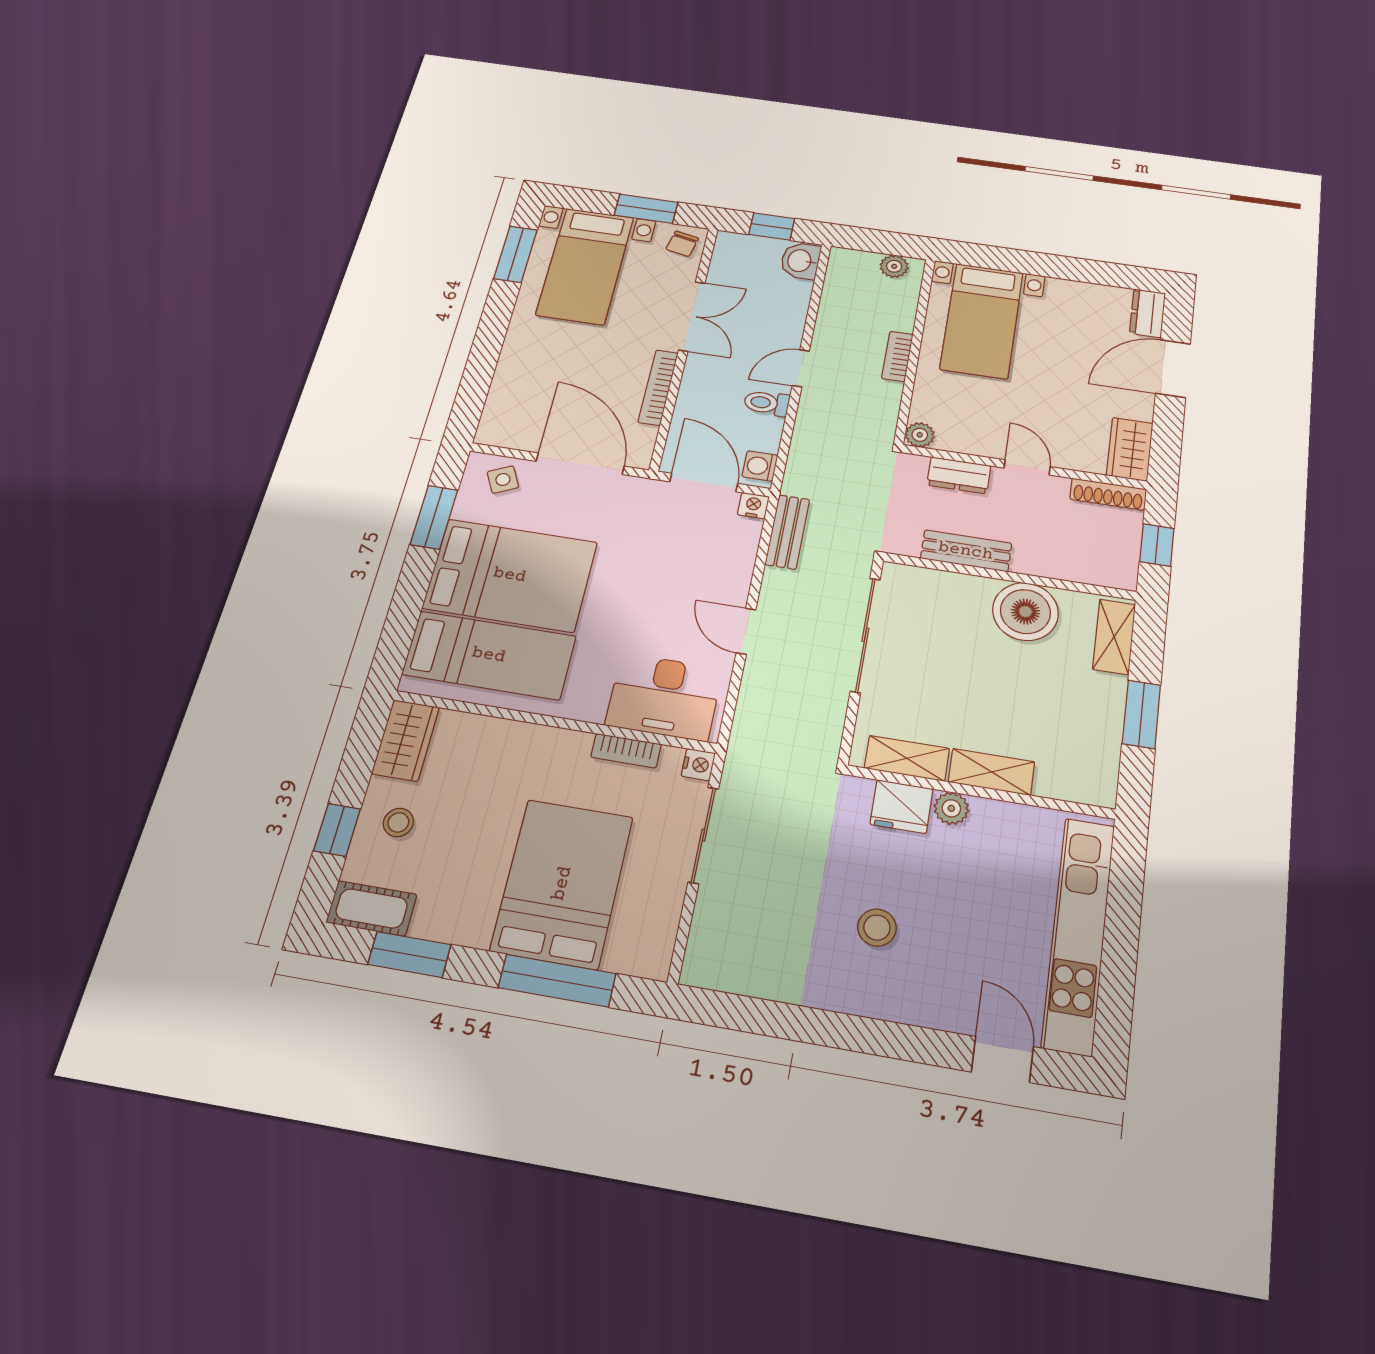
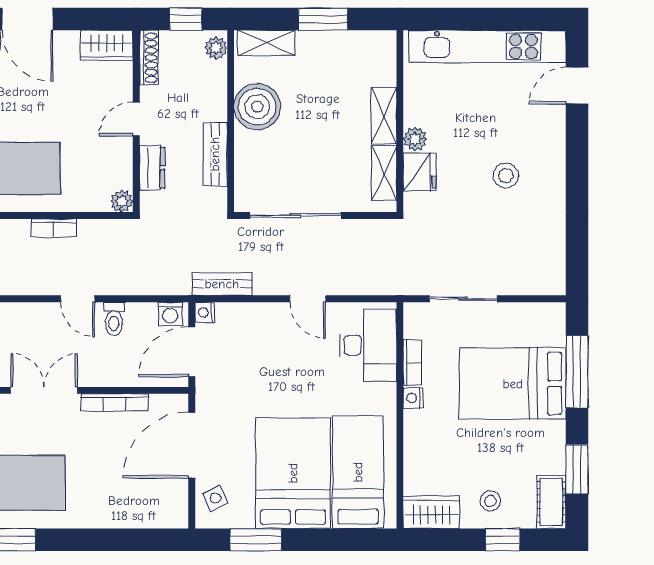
plant: (1113, 575) -> (216, 48), added
door: (746, 631) -> (308, 299), hinge flipped
nightstand: (698, 765) -> (413, 398), moved, turned -90

